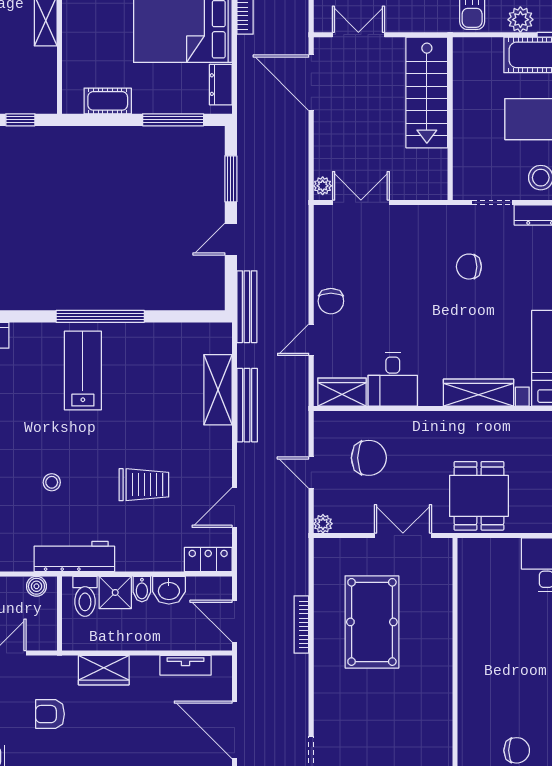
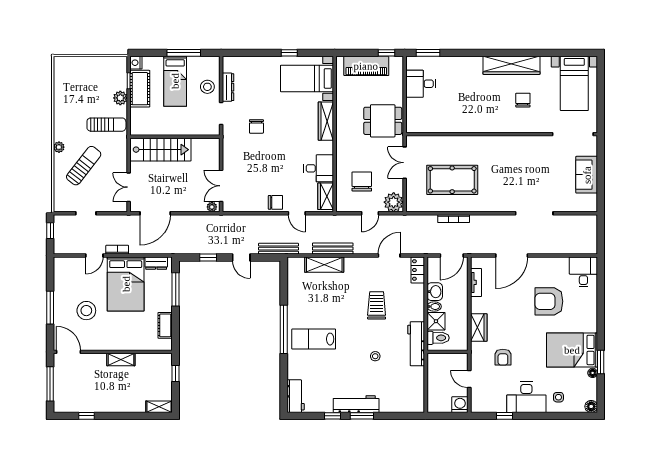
window: (231, 179) -> (208, 258), width x0.67
door: (234, 507) -> (389, 256), swing flipped
plant: (323, 524) -> (394, 202), width x1.88, depth x1.88
boiler: (36, 586) -> (433, 365), removed

